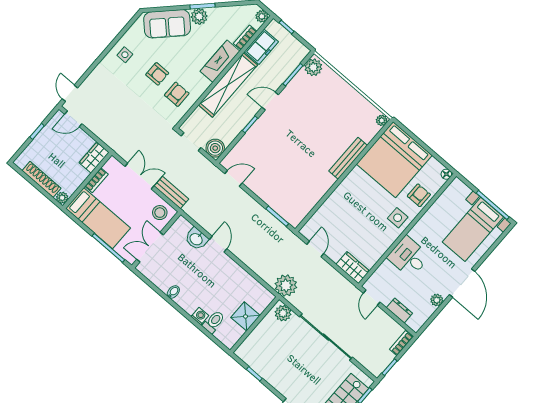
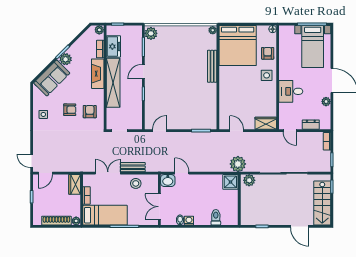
boiler: (215, 148) -> (136, 123), removed
wall: (156, 240) -> (159, 200), moved
double door: (150, 247) -> (159, 207), moved
washing machine: (200, 316) -> (189, 221), moved
shower: (246, 316) -> (230, 182), moved

